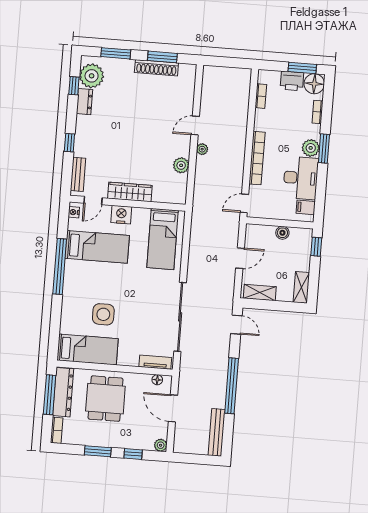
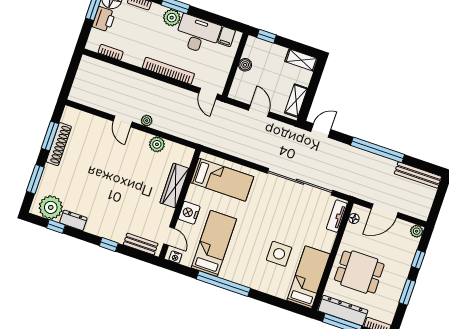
wardrobe: (130, 192) -> (174, 186), moved

